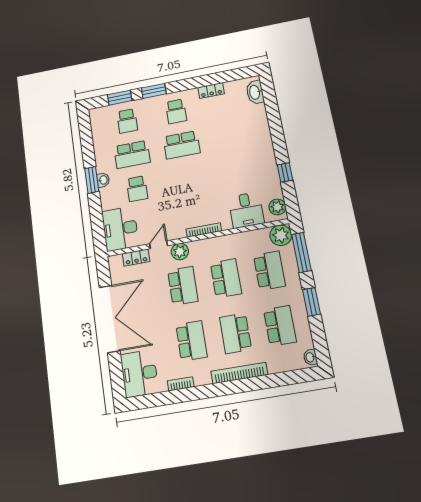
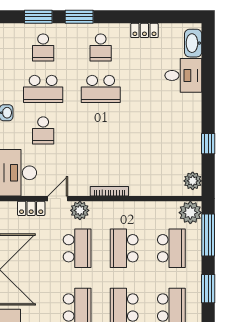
desk: (246, 210) -> (183, 75), moved, turned -90
school desk: (226, 278) -> (124, 248), turned 180

